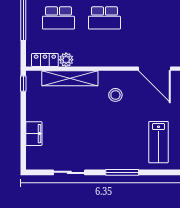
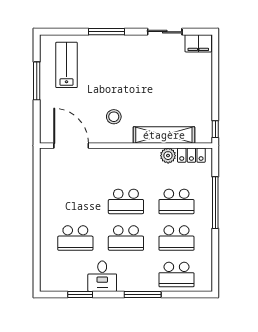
school desk: (58, 18) -> (176, 201), turned 180
school desk: (104, 18) -> (126, 201), turned 180
filing cabinet: (34, 134) -> (198, 43), moved, turned -90

